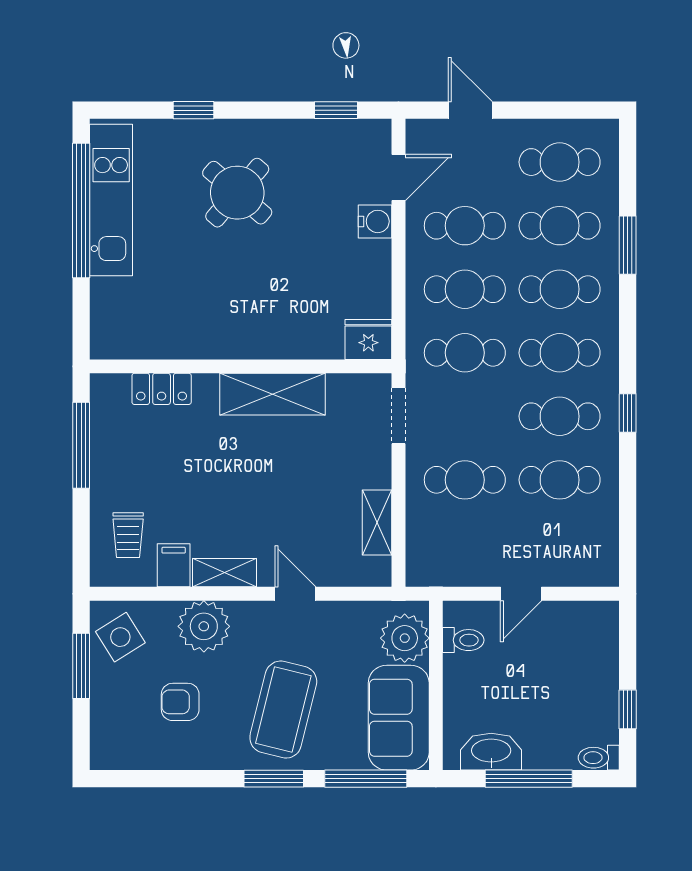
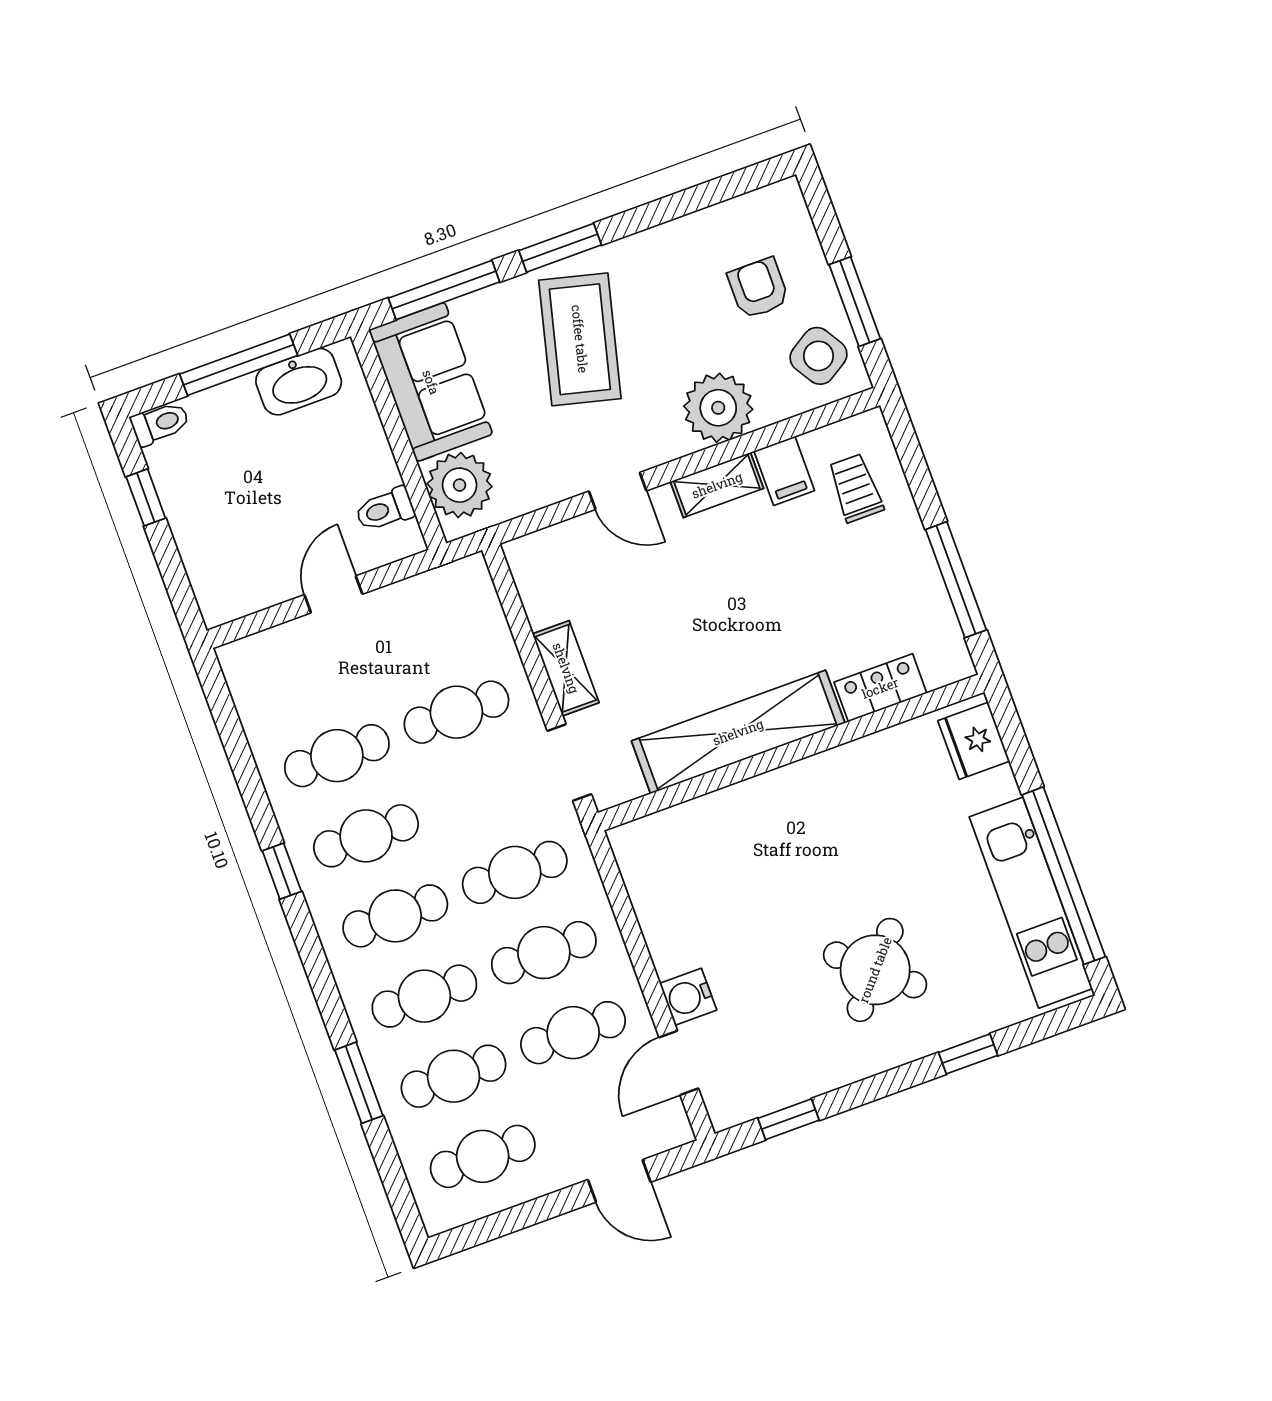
fridge: (368, 339) -> (974, 741), moved, turned 90
shelving: (273, 394) -> (738, 732), width x1.47
shelving: (377, 522) -> (566, 668), moved
armchair: (180, 702) -> (758, 288), moved, turned -90

